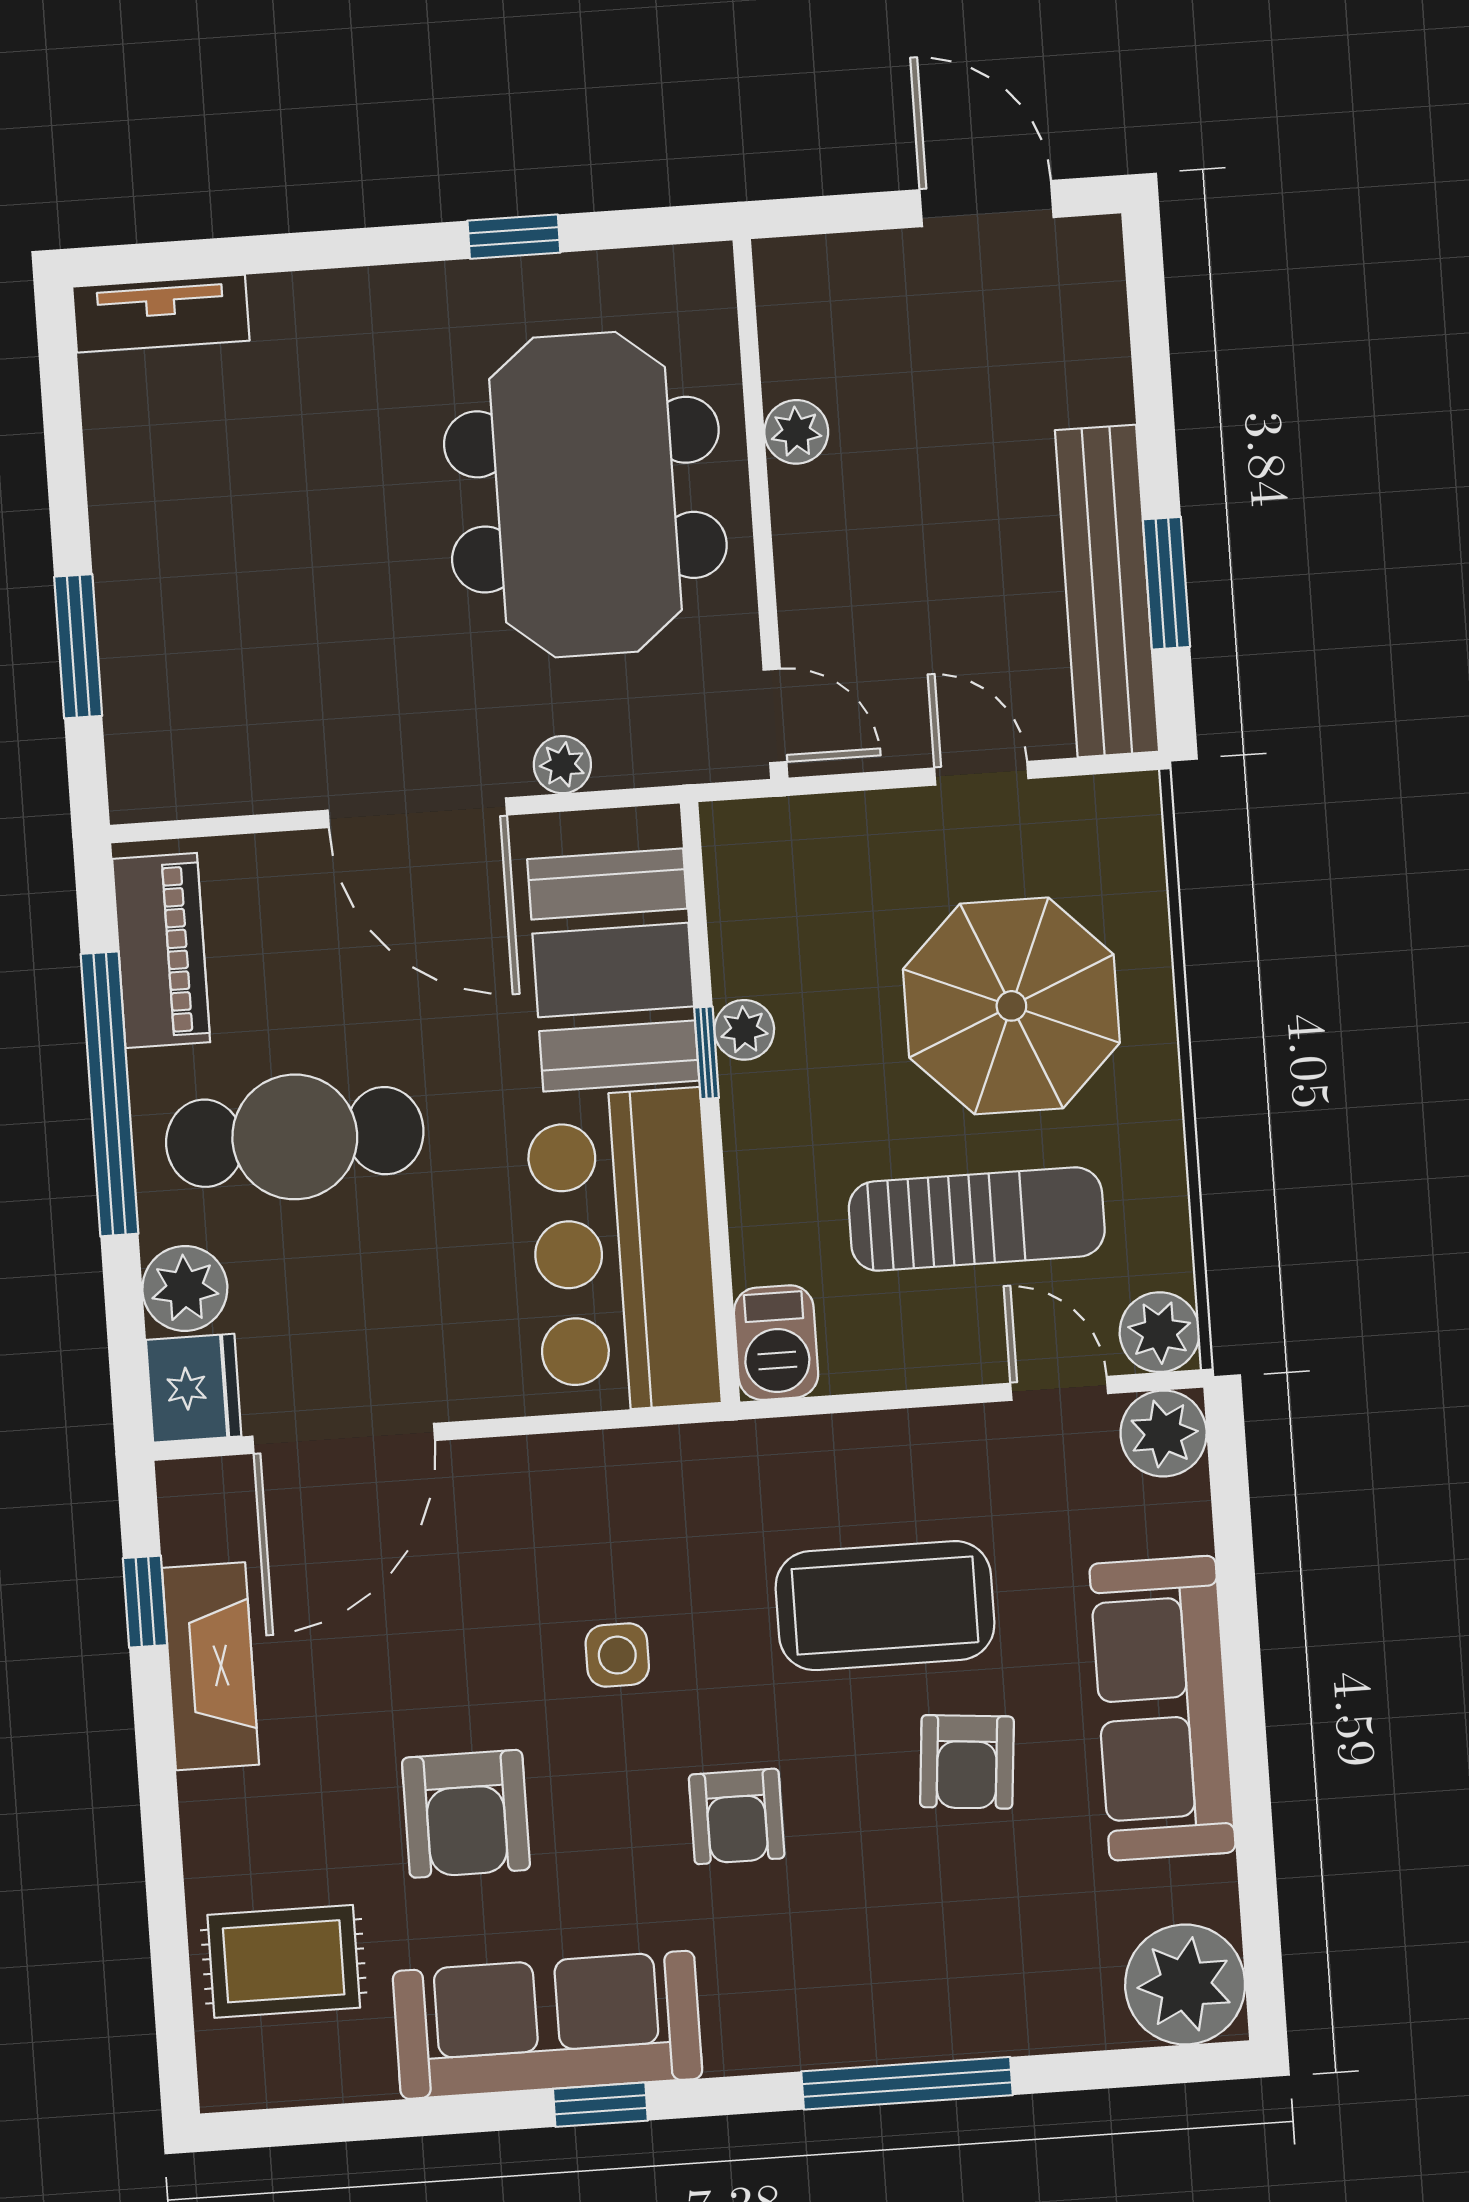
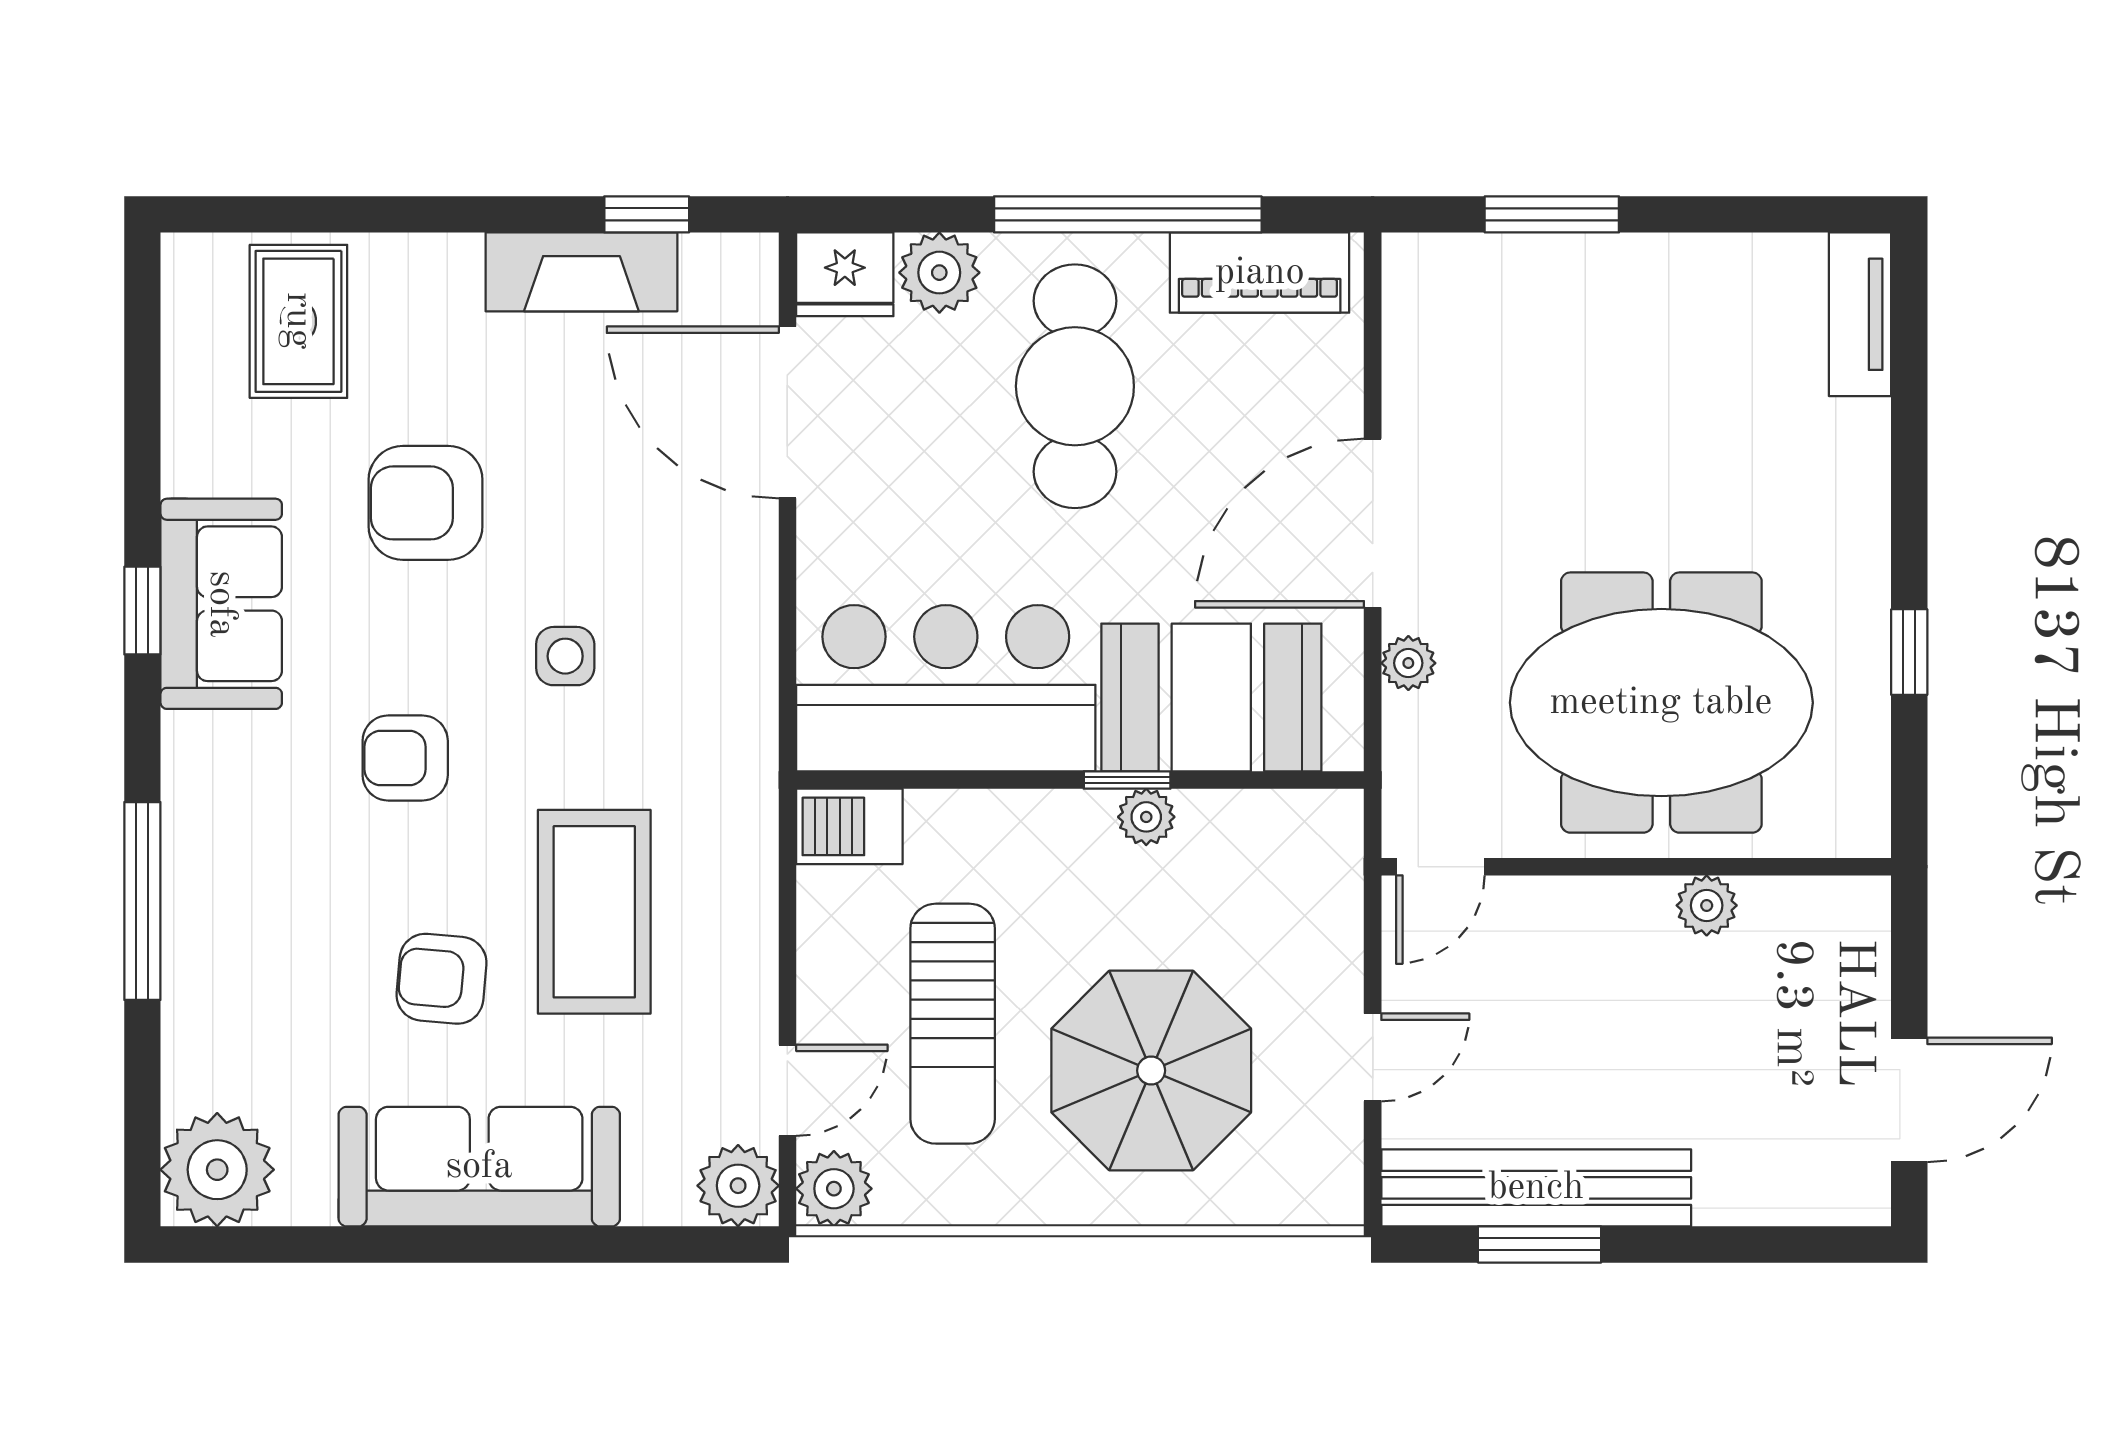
sofa: (547, 2025) -> (221, 604), width x0.73

